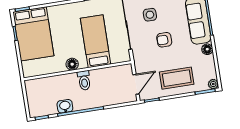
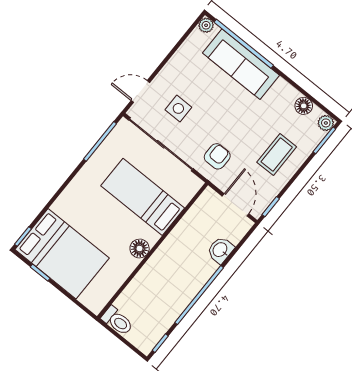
armchair: (164, 40) -> (217, 156), moved, turned 180
floor lamp: (207, 49) -> (304, 106), moved
coffee table: (177, 78) -> (277, 154), width x0.73, depth x0.76
toilet: (84, 80) -> (117, 321), moved
washbasin: (65, 106) -> (220, 250), moved

